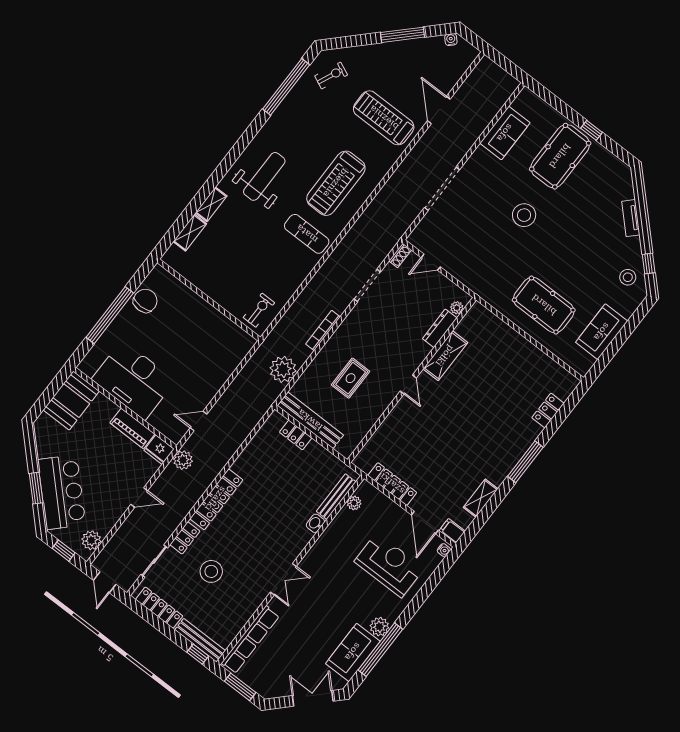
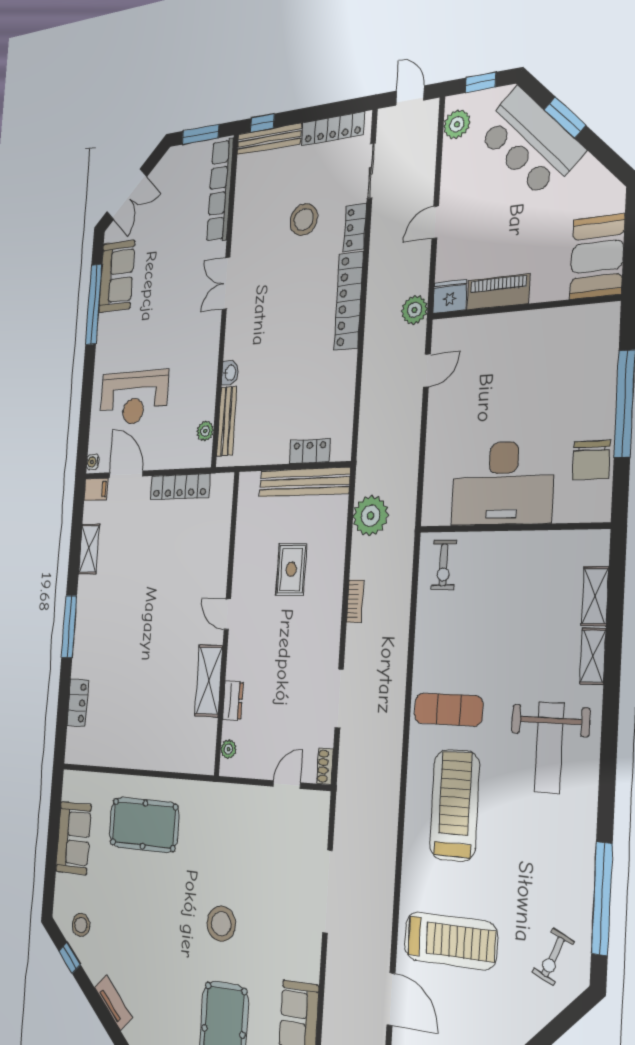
dresser: (440, 328) -> (233, 701), width x0.70
bookcase: (323, 330) -> (355, 601), width x0.64
desk: (133, 380) -> (503, 483), moved, turned 180
plant: (379, 627) -> (107, 326), removed

